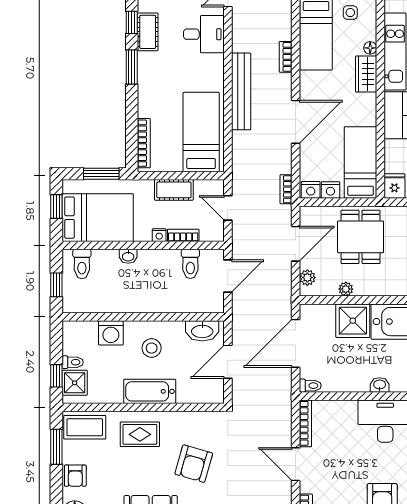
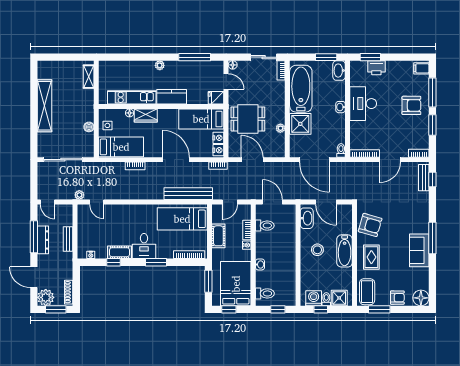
desk: (204, 34) -> (144, 246), moved, turned 180
window: (132, 67) -> (156, 262), moved
bench: (241, 91) -> (188, 194), moved
plant: (307, 278) -> (273, 152), removed
washing machine: (111, 333) -> (314, 298), moved, turned -90
window: (56, 376) -> (321, 309), moved
armchair: (194, 464) -> (370, 225), moved

